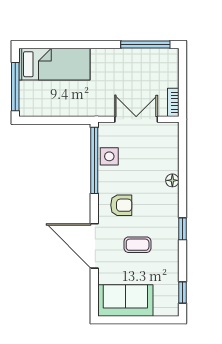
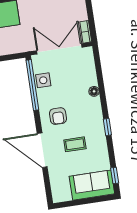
double door: (136, 119) -> (59, 49), width x1.37
armchair: (121, 205) -> (58, 116), turned 90
sofa: (125, 300) -> (92, 185), moved

